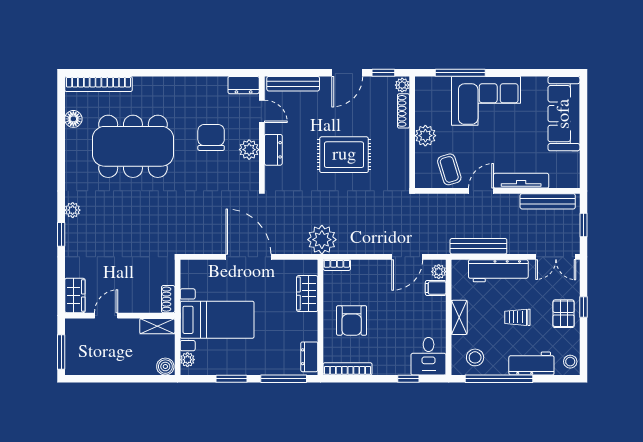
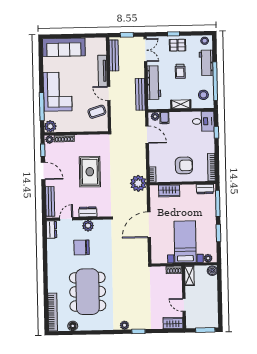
plant: (425, 136) -> (50, 126), moved

